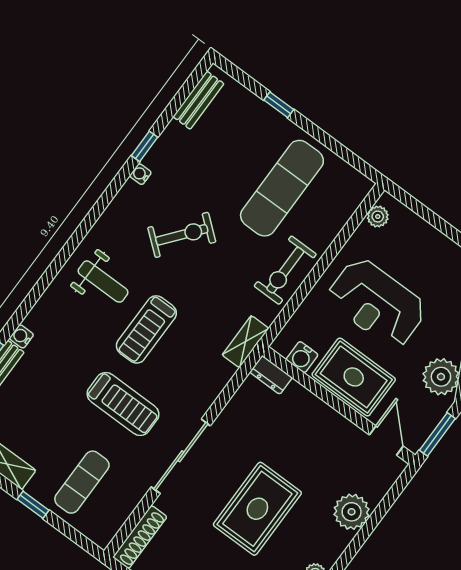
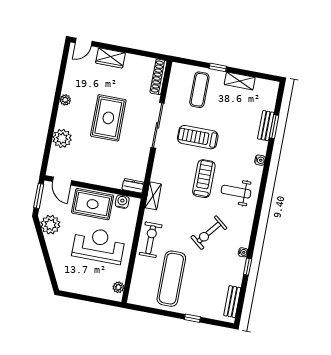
water cooler: (21, 336) -> (260, 160), moved

